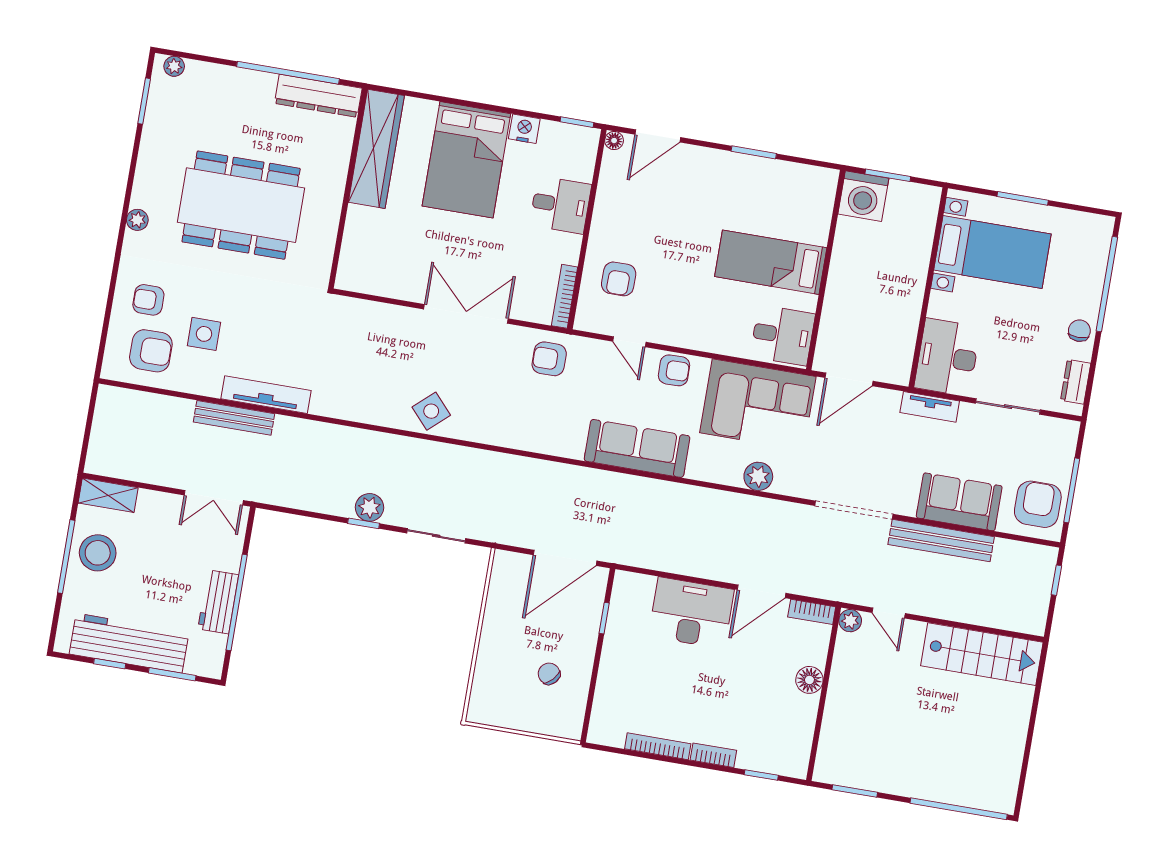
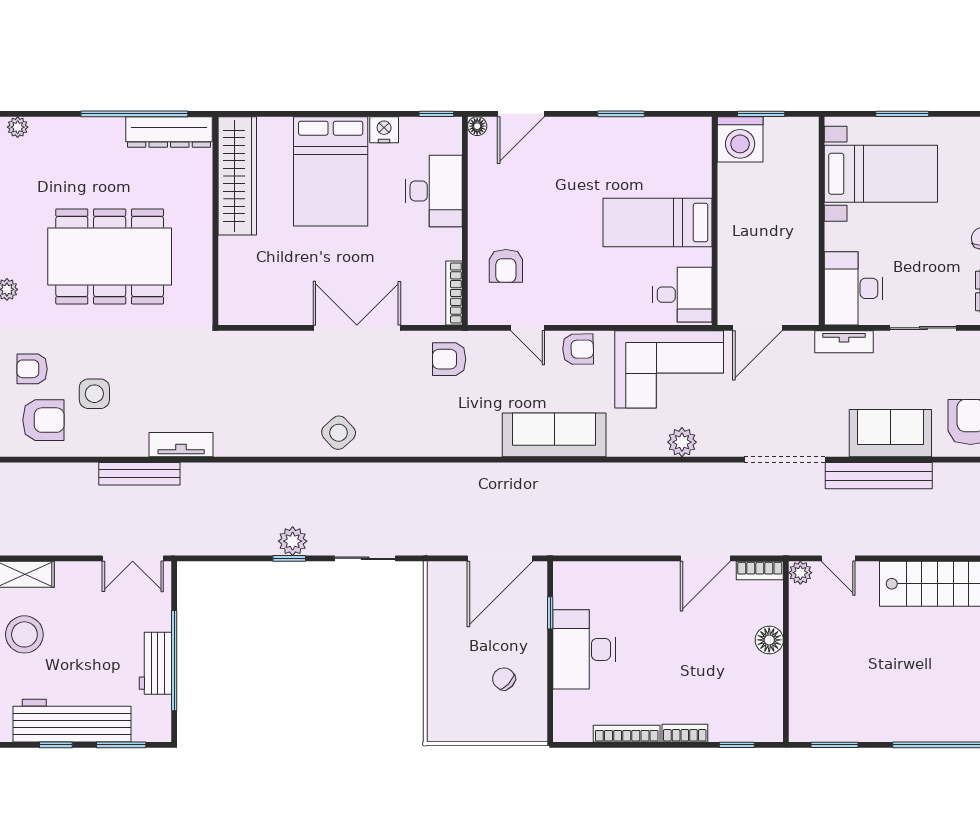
desk: (560, 205) -> (434, 191), width x1.37
tv unit: (266, 395) -> (181, 445), width x0.71
desk: (691, 613) -> (584, 649), moved, turned -90

